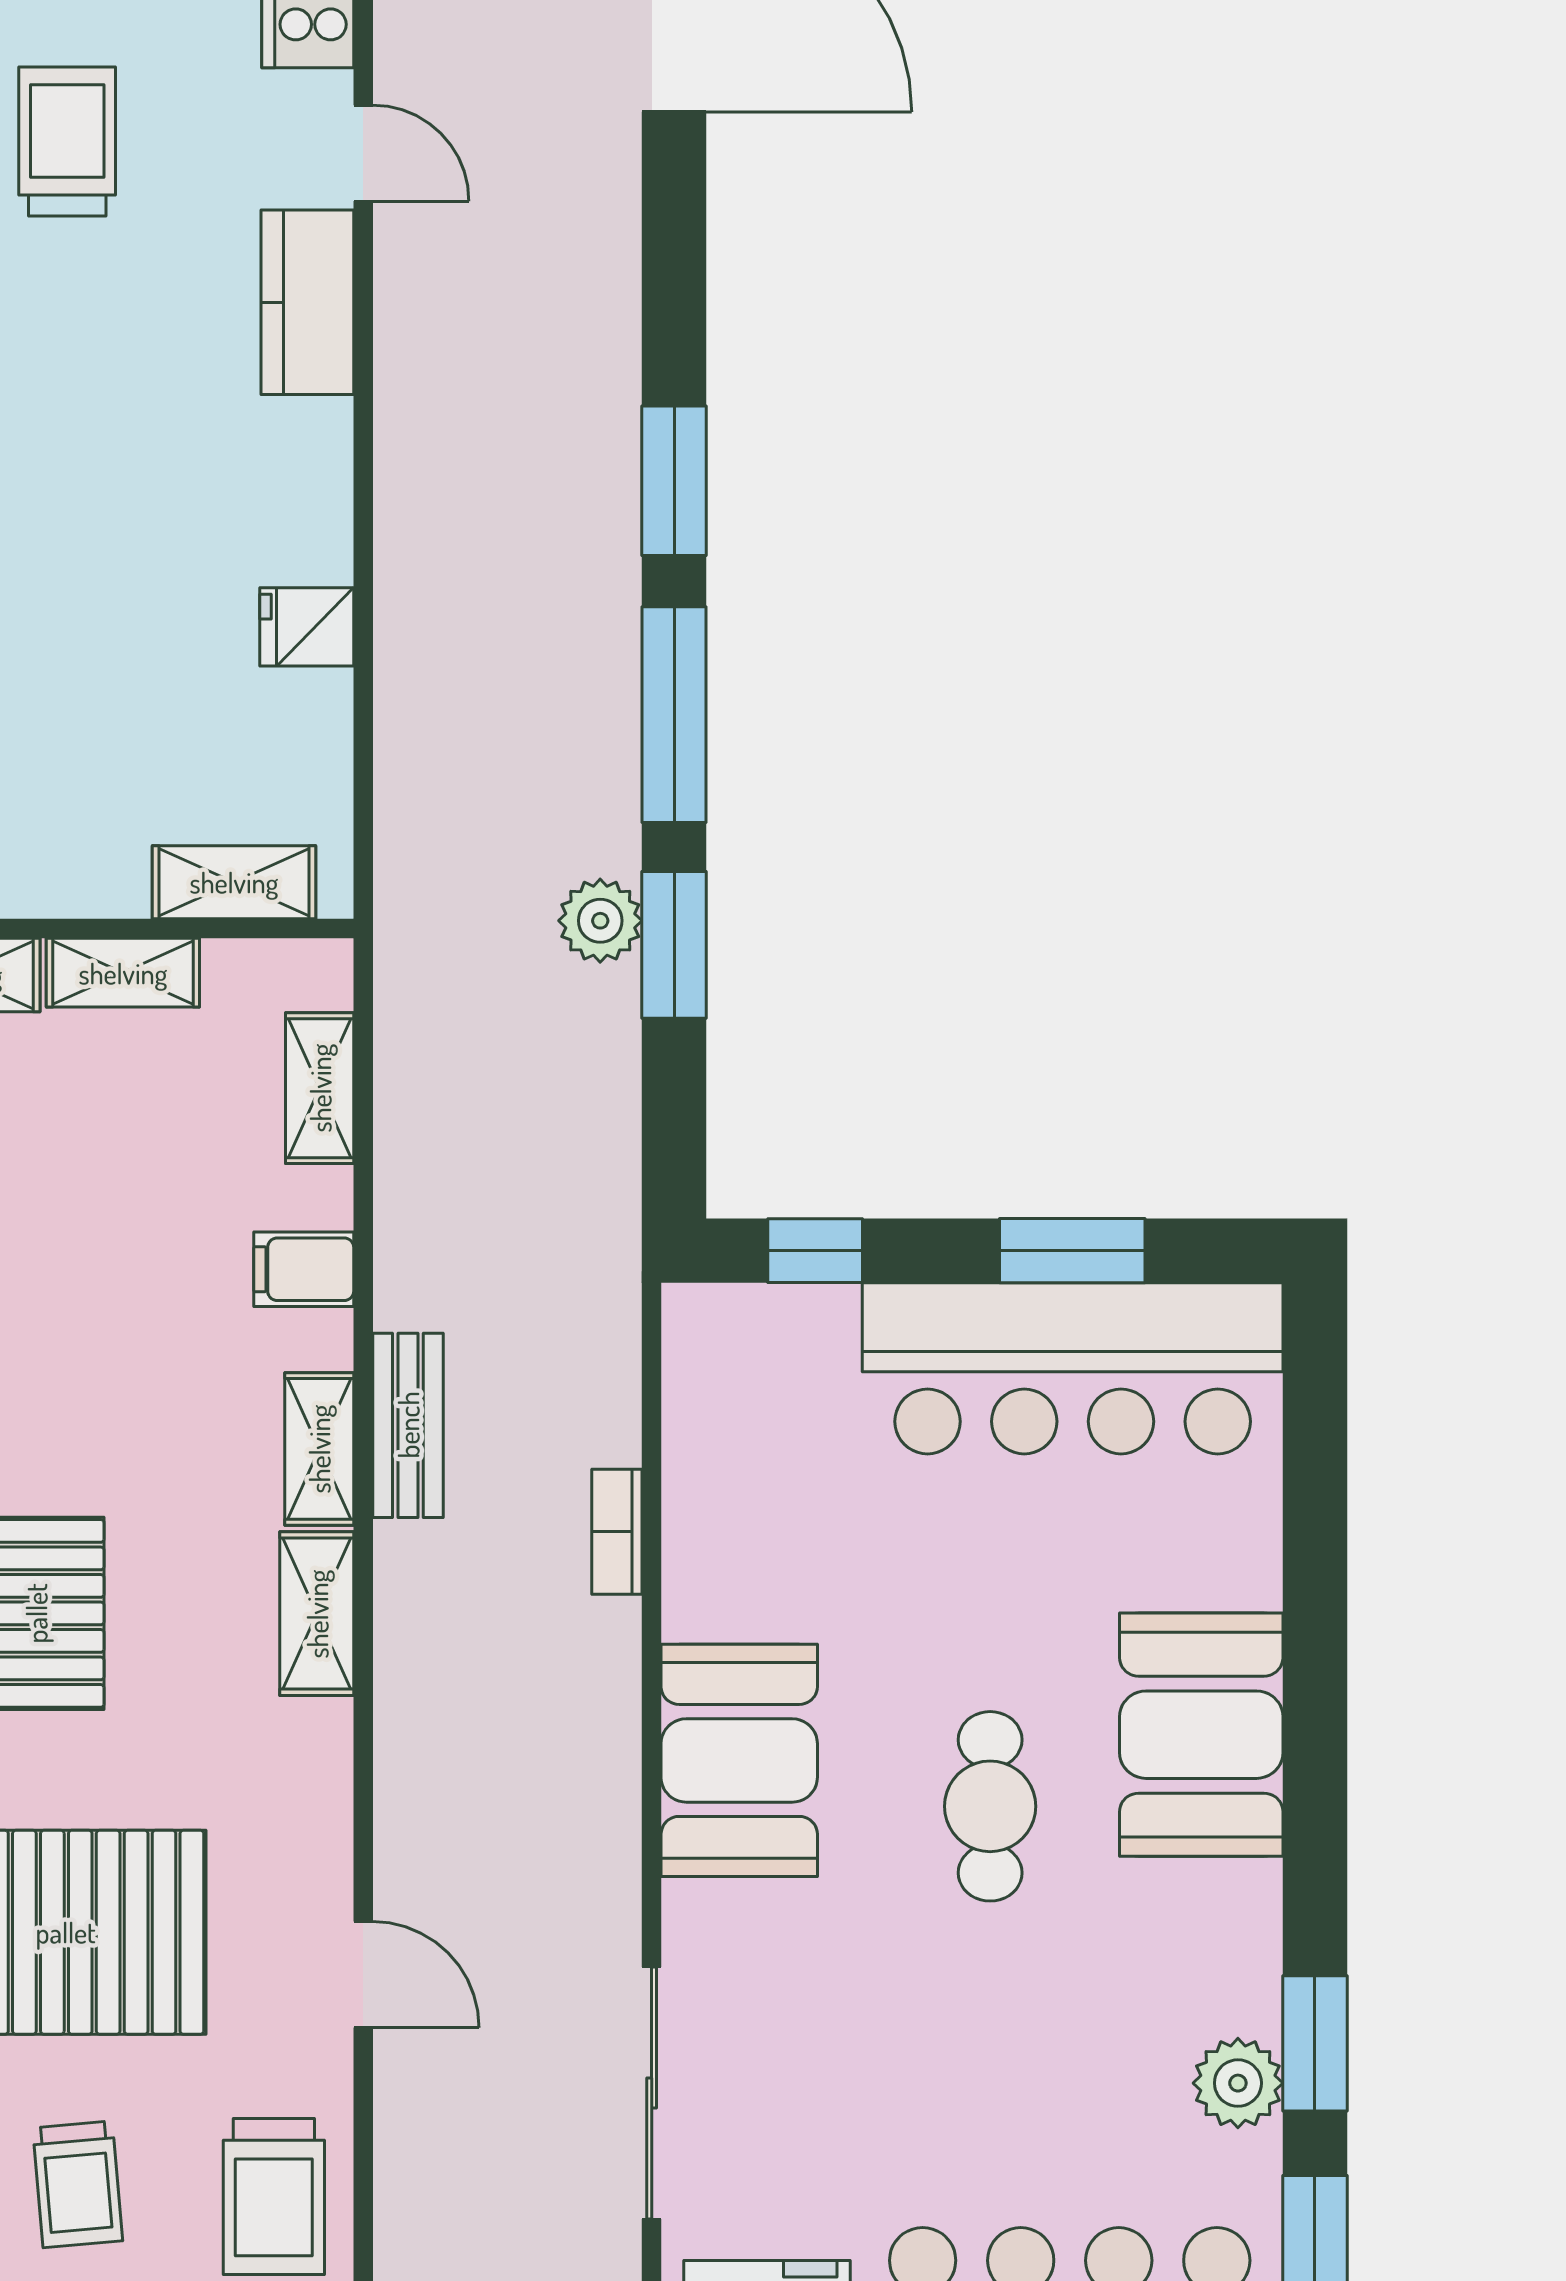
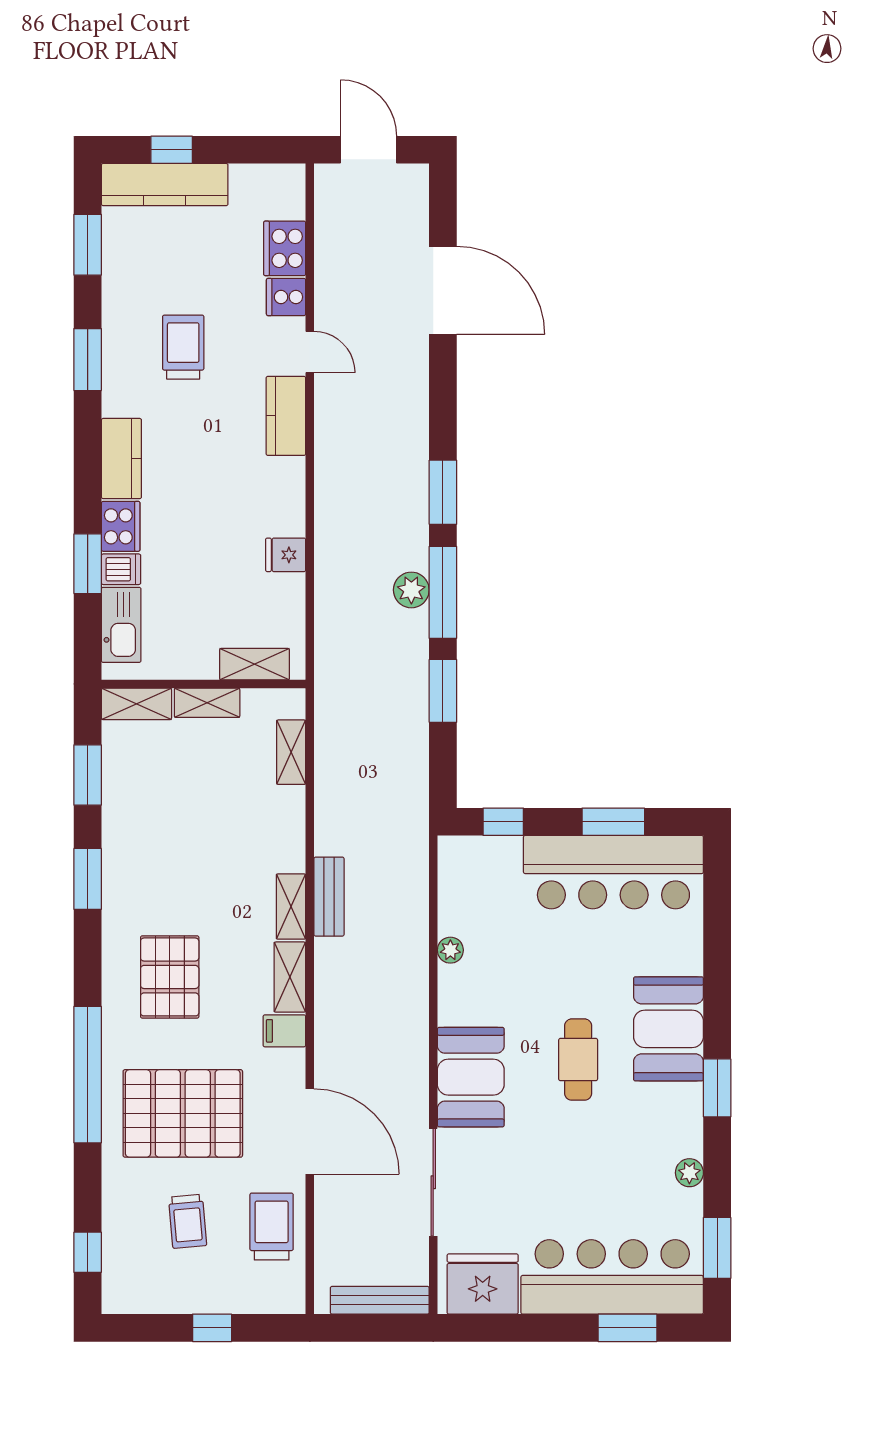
plant: (600, 921) -> (411, 590), moved
filing cabinet: (304, 1269) -> (284, 1031), moved
bookcase: (617, 1532) -> (418, 942), removed
plant: (692, 1551) -> (450, 950), added
booth: (739, 1760) -> (471, 1077), moved
door: (363, 1974) -> (310, 1131), width x1.87
window: (1315, 2043) -> (717, 1088), moved
plant: (1238, 2083) -> (689, 1173), width x0.73, depth x0.73
trolley: (274, 2196) -> (272, 1226), turned 180

